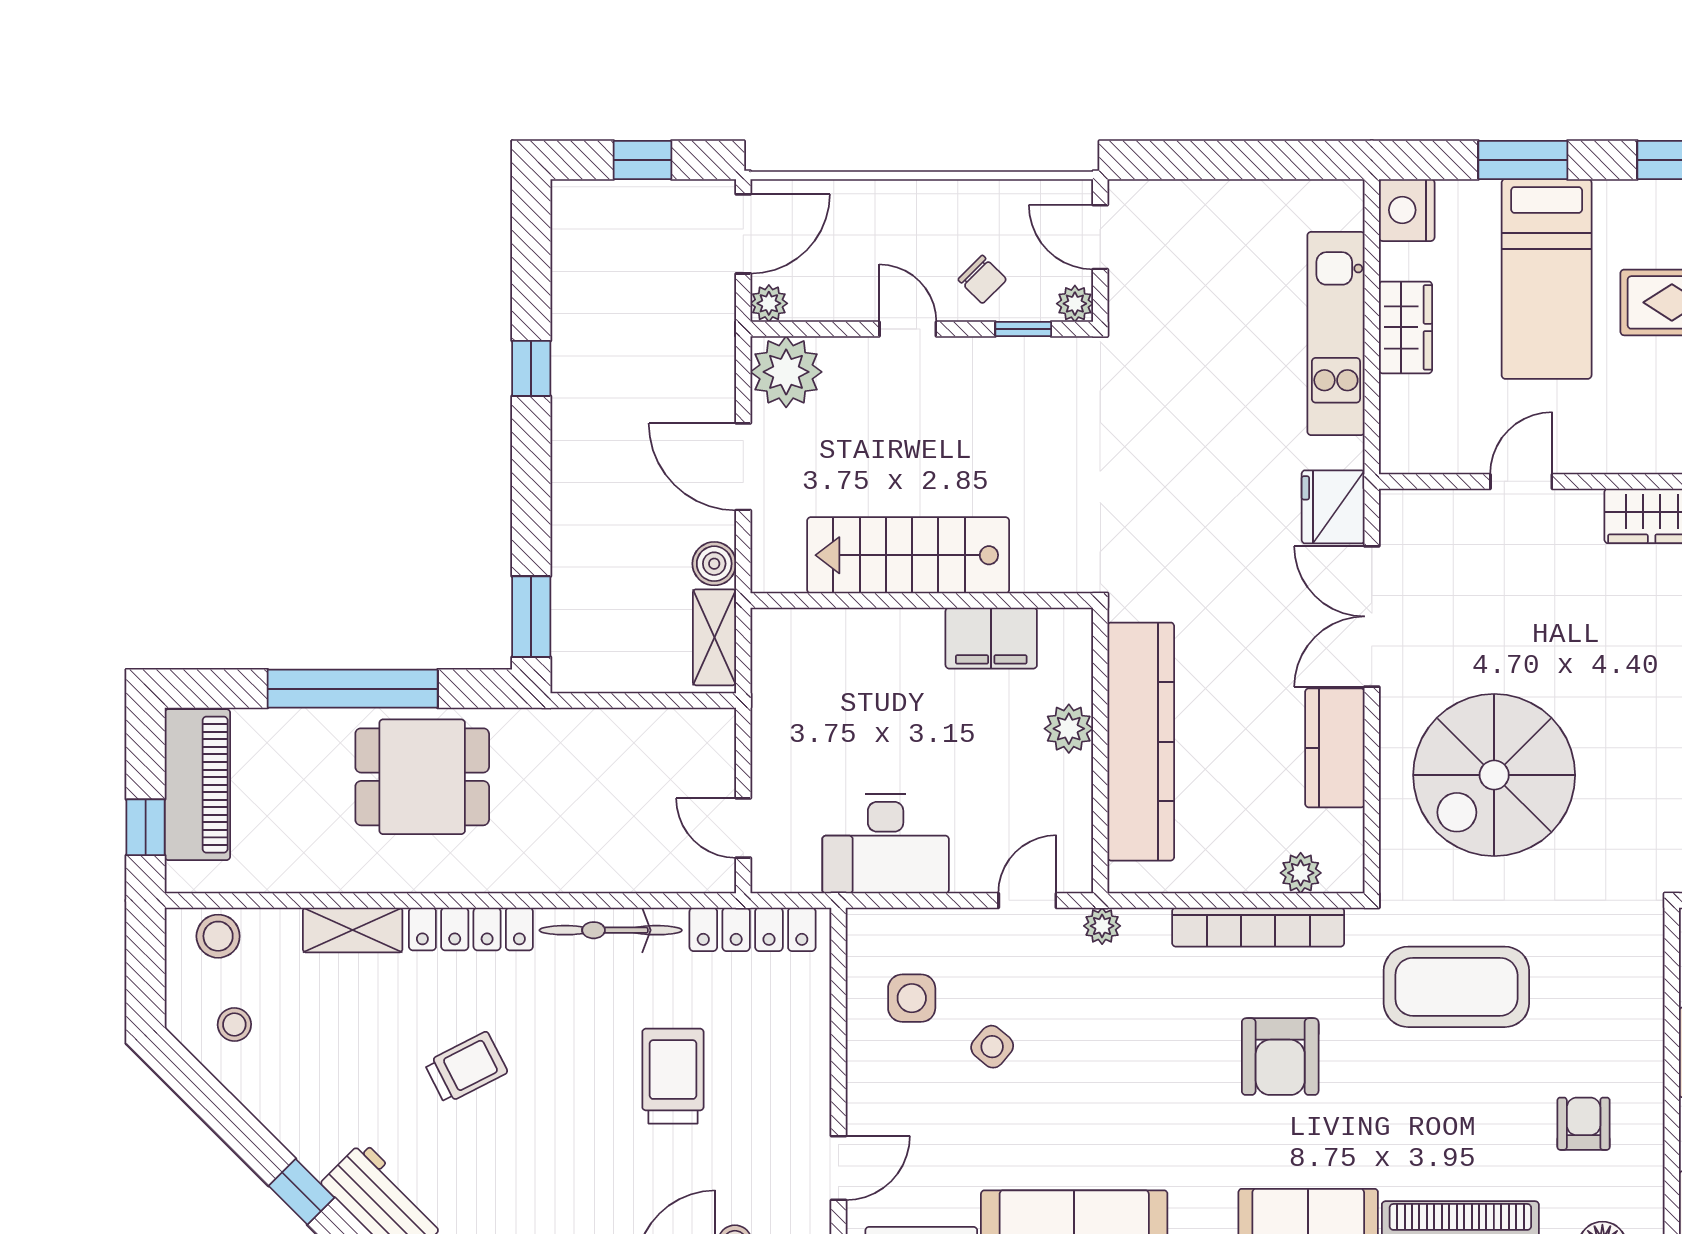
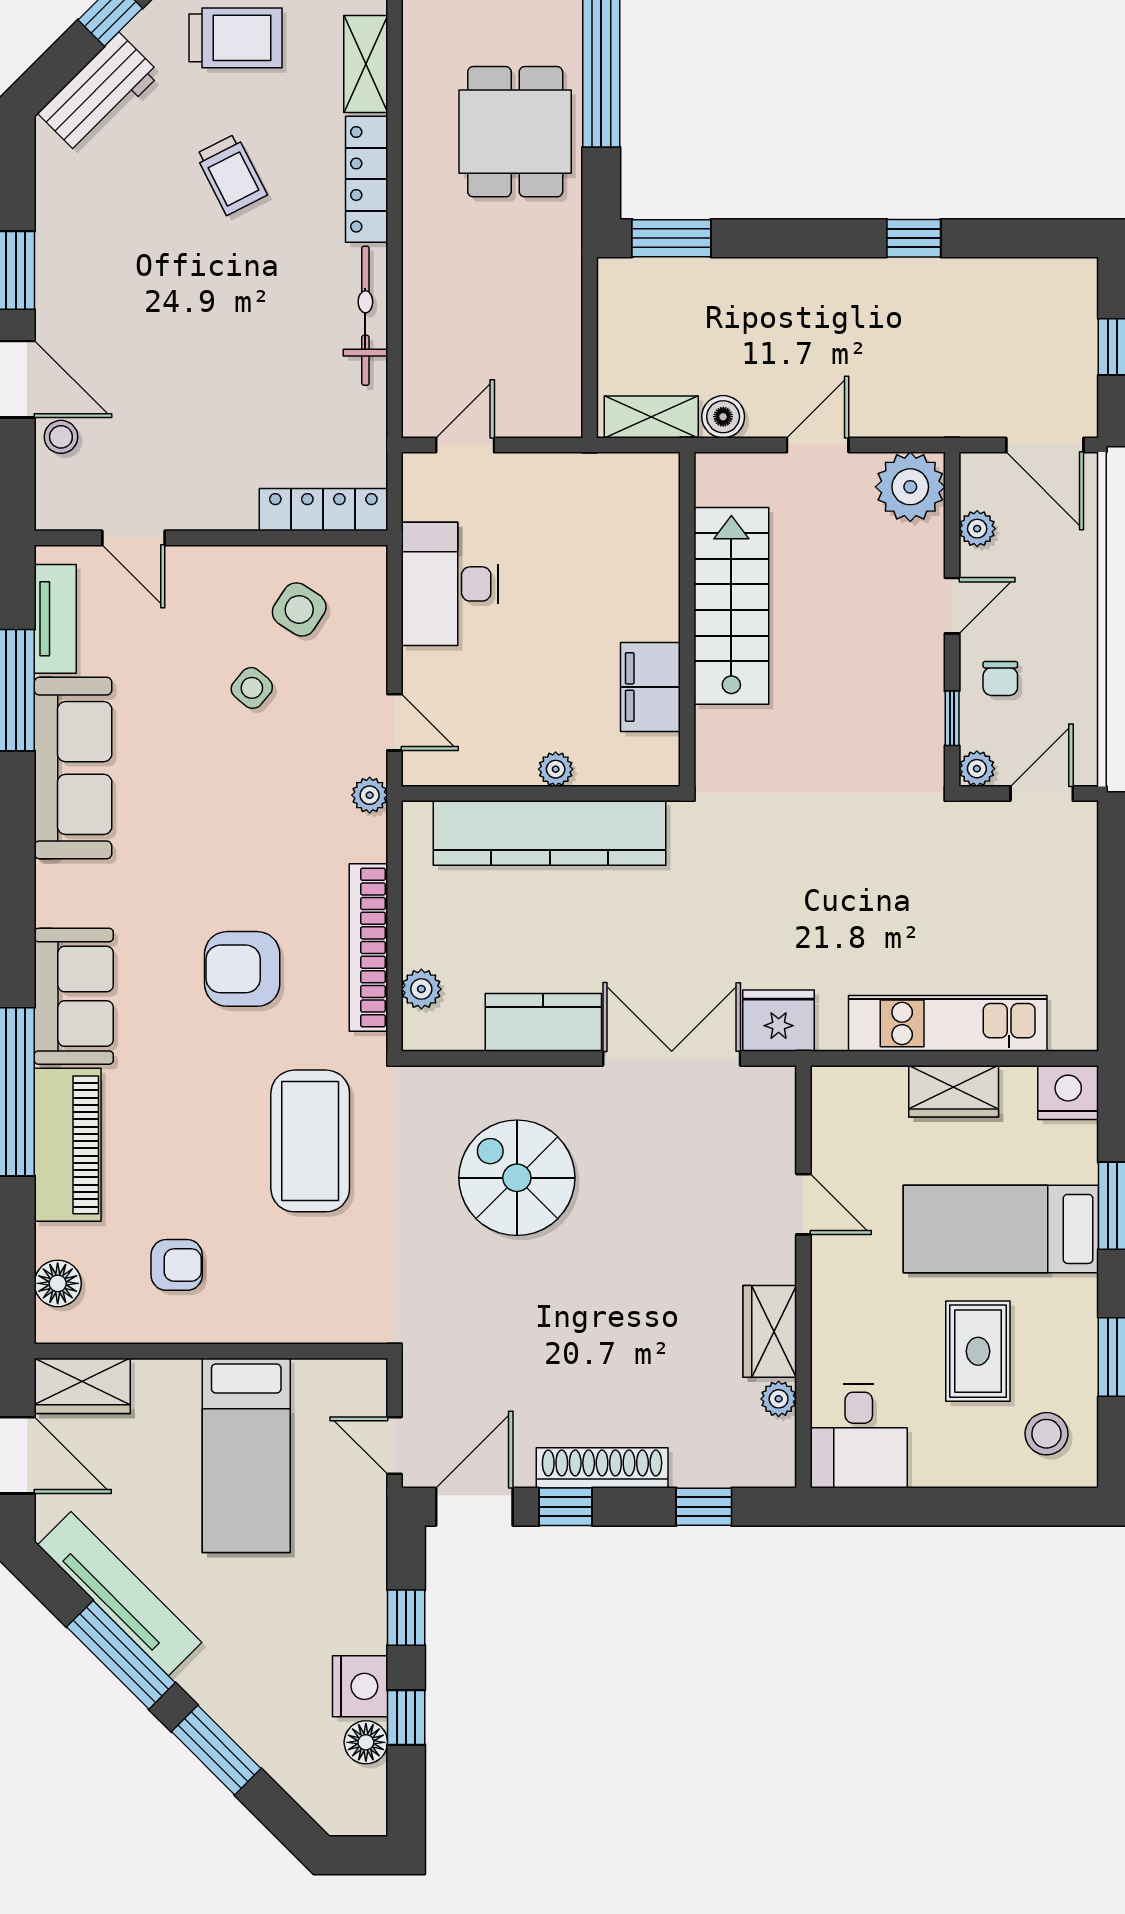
chair: (982, 280) -> (1000, 678), turned -45
plant: (769, 303) -> (977, 529), moved
door: (743, 467) -> (818, 445), width x0.73
plant: (1069, 729) -> (556, 769), width x0.73, depth x0.73
spiral stairs: (1494, 775) -> (517, 1178), width x0.73, depth x0.73
locker: (753, 929) -> (323, 510), moved, turned 90
side table: (912, 998) -> (299, 609), turned 33
trolley: (673, 1076) -> (236, 38), moved

